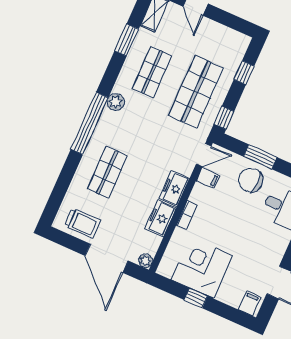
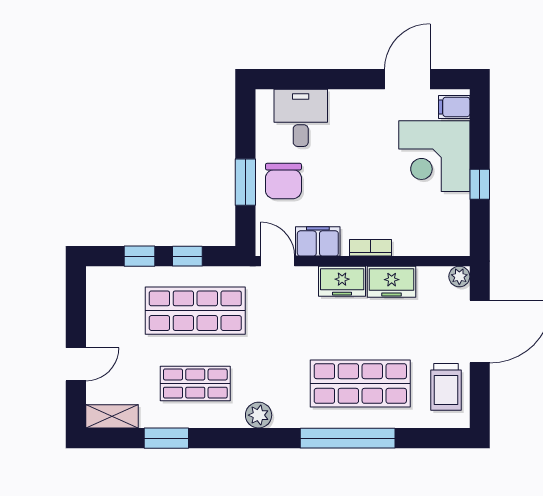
window: (224, 118) -> (187, 256), moved
window: (90, 123) -> (348, 438), moved
shop shelf: (107, 172) -> (360, 384), width x1.43, depth x1.36
filing cabinet: (208, 178) -> (318, 241), width x2.00
trolley: (82, 223) -> (446, 387), turned 180
corner desk: (202, 268) -> (434, 156), moved

